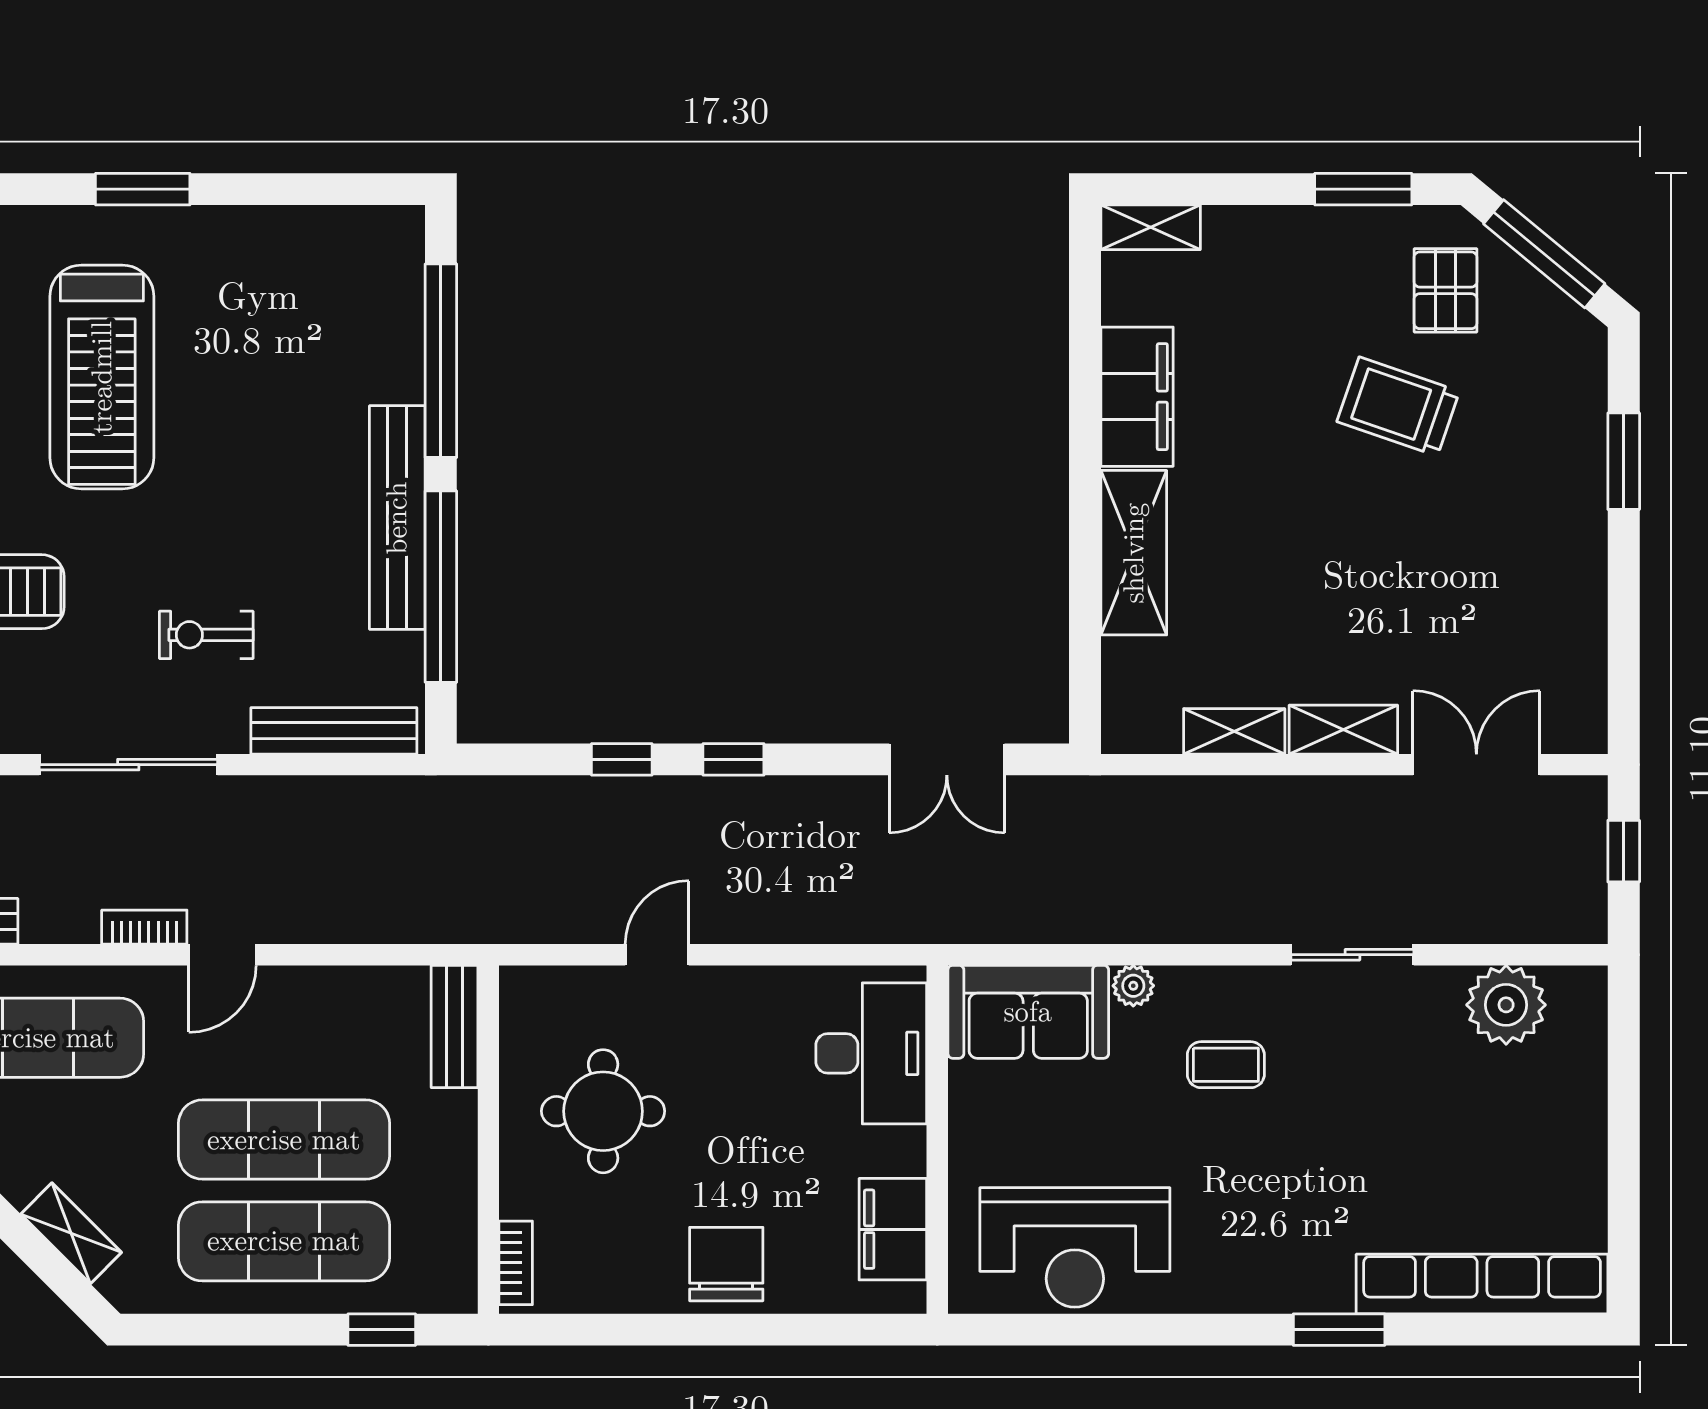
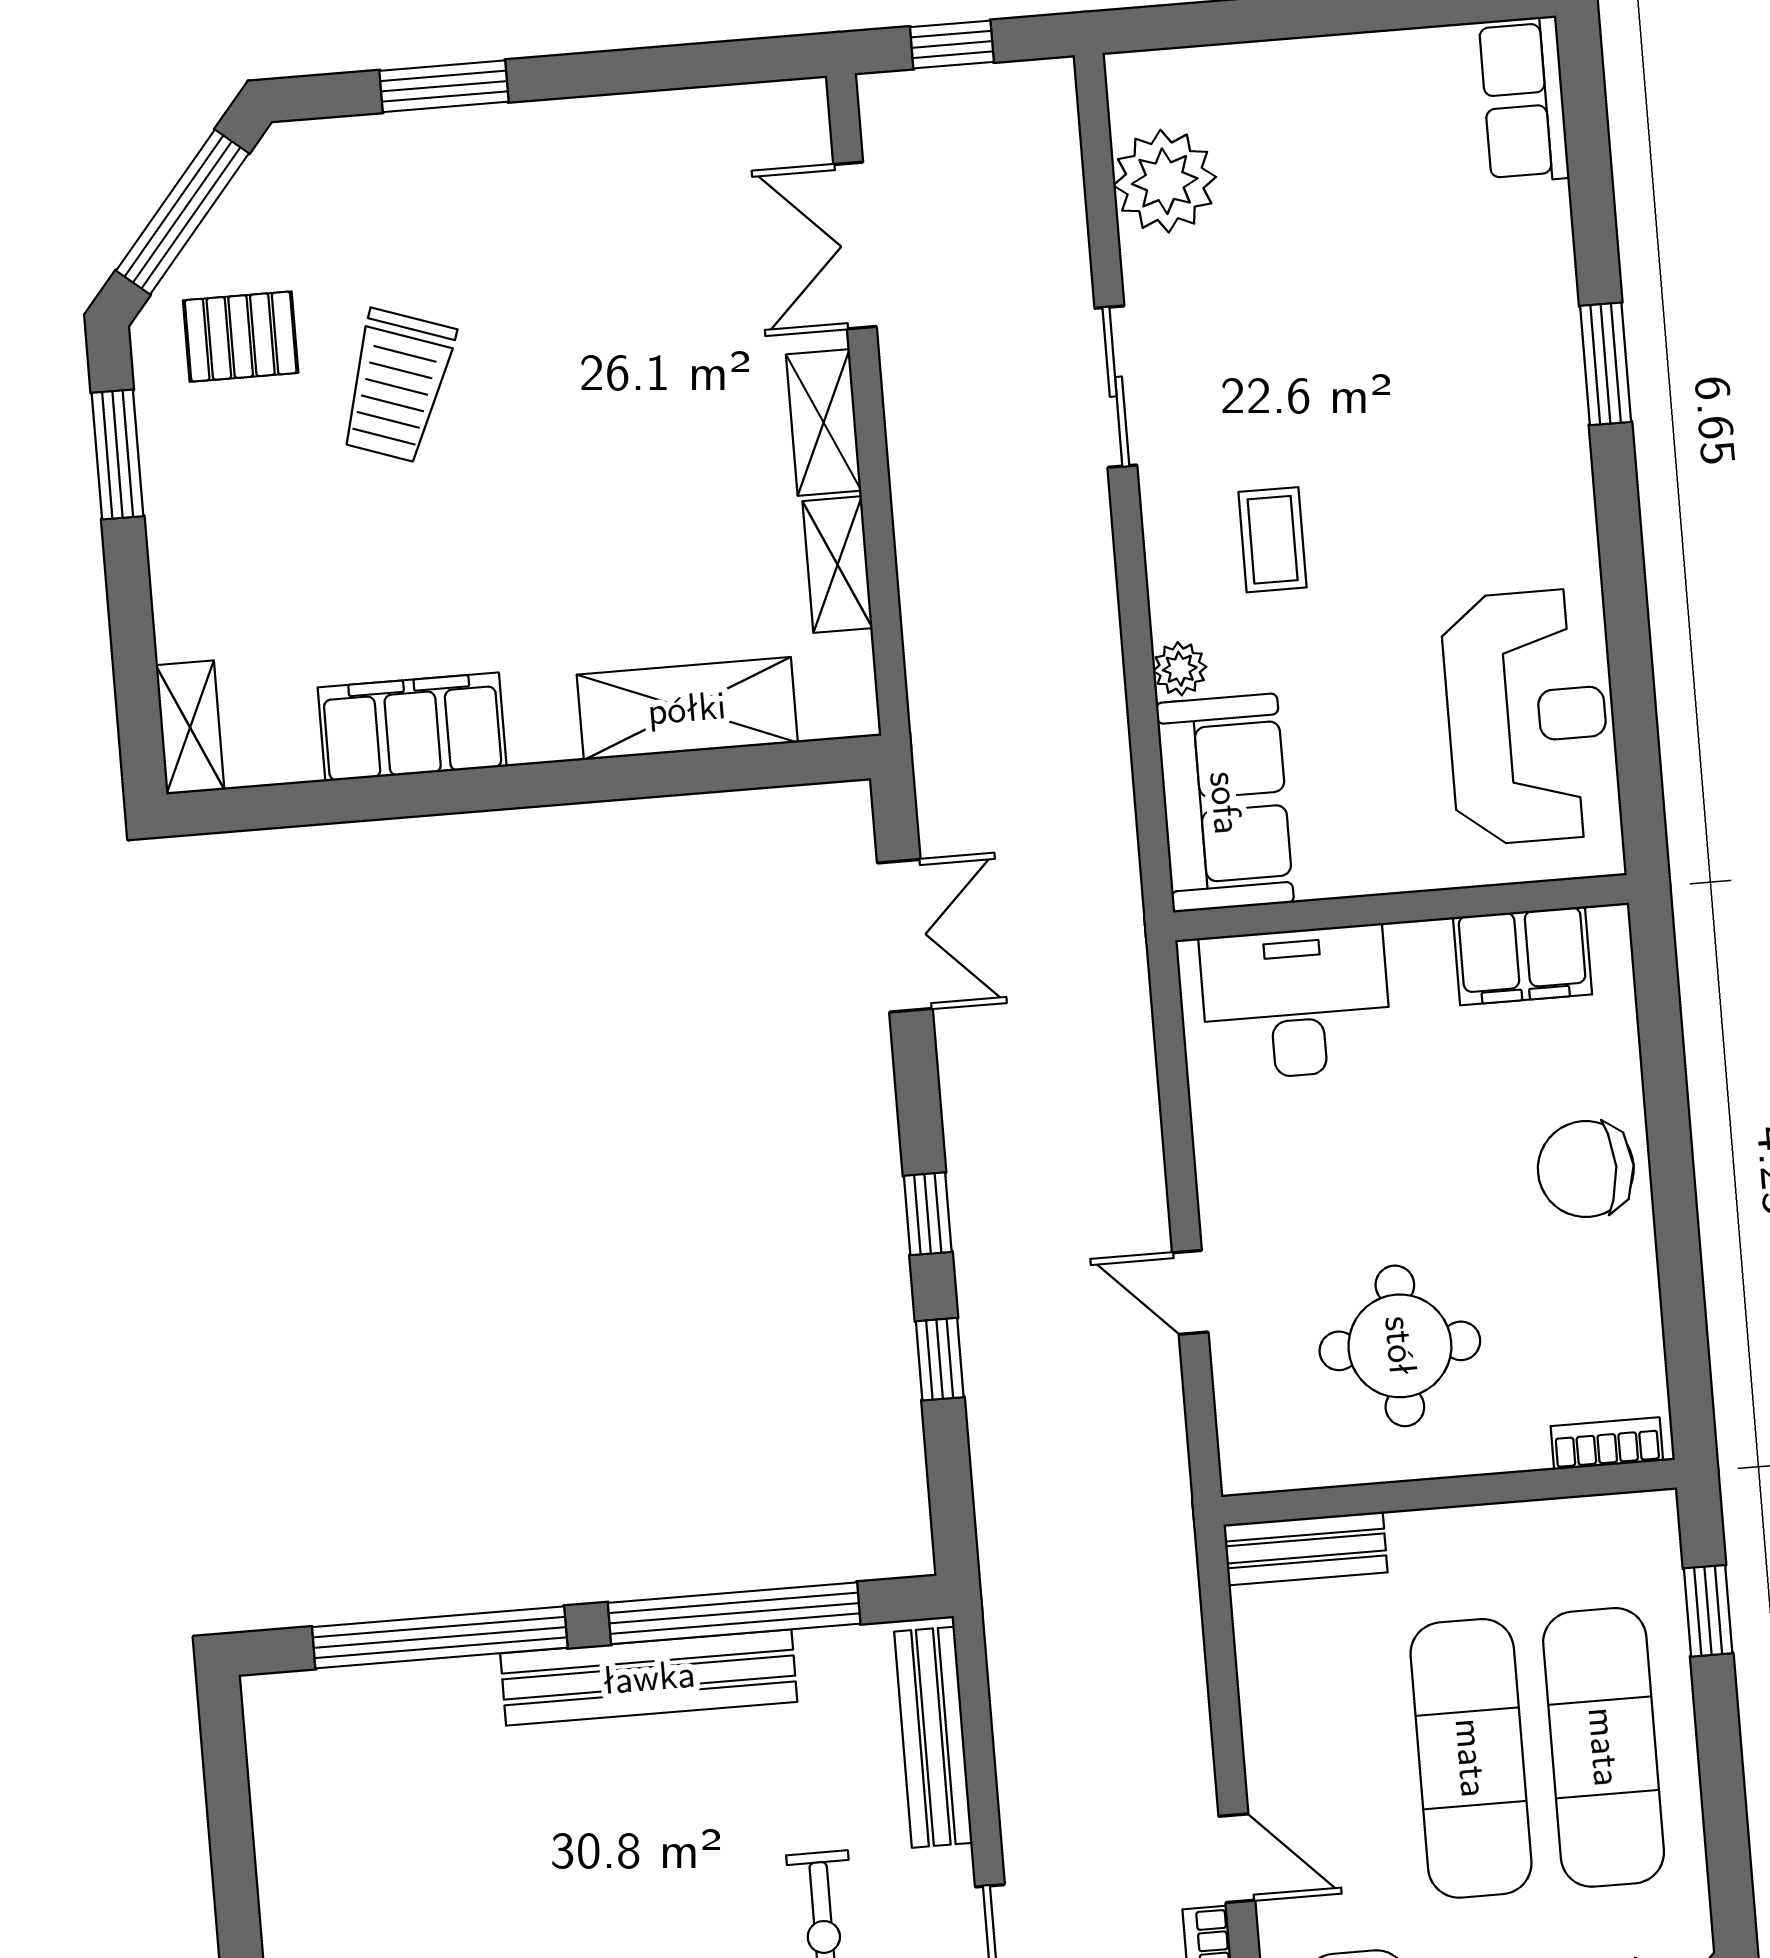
shelving: (1134, 553) -> (687, 709), moved
row of seats: (1482, 1284) -> (1524, 100), width x0.50

